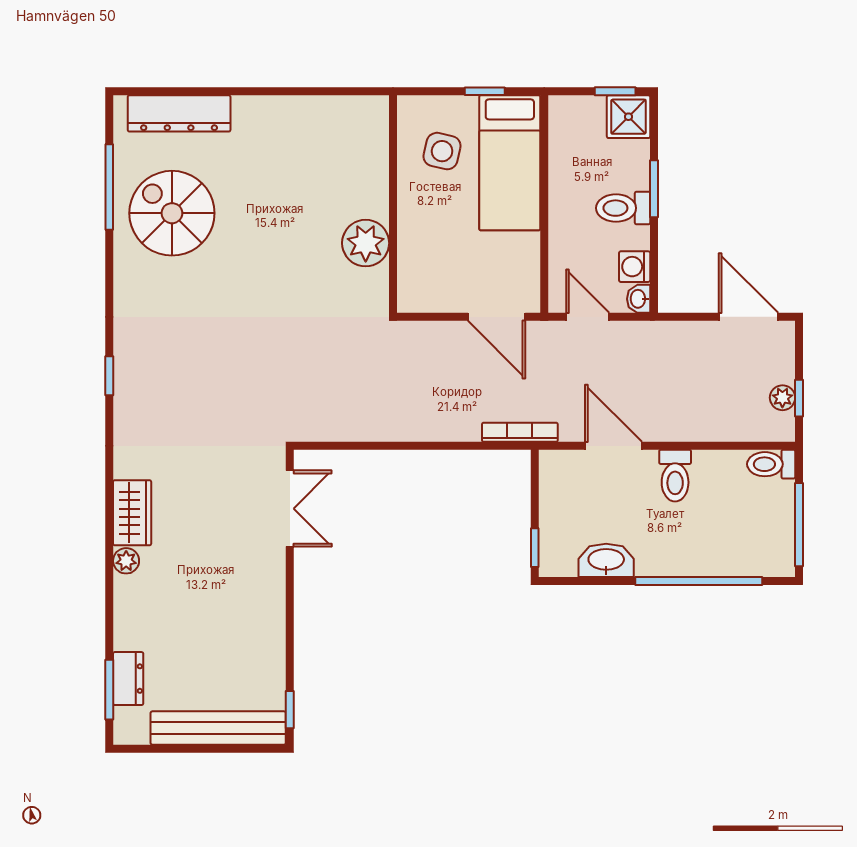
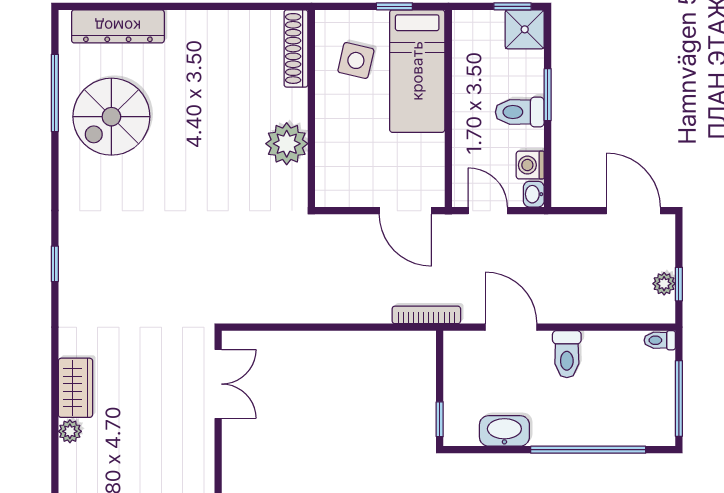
shoe rack: (376, 138) -> (296, 48), added
spiral stairs: (172, 213) -> (111, 117), turned -90
toilet: (771, 464) -> (660, 340), width x0.73, depth x0.72

